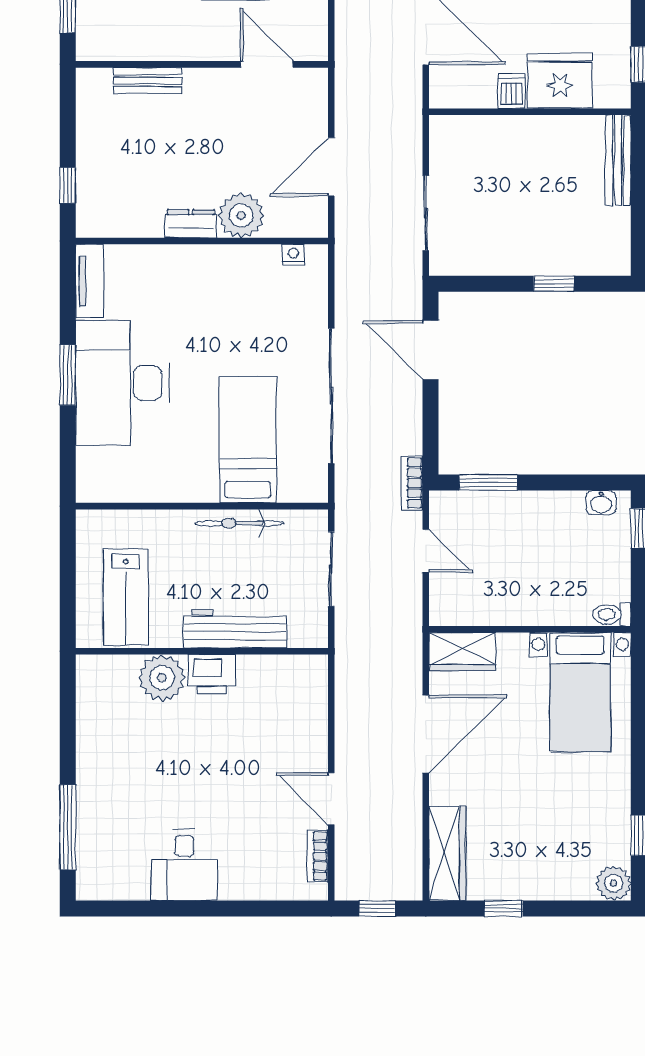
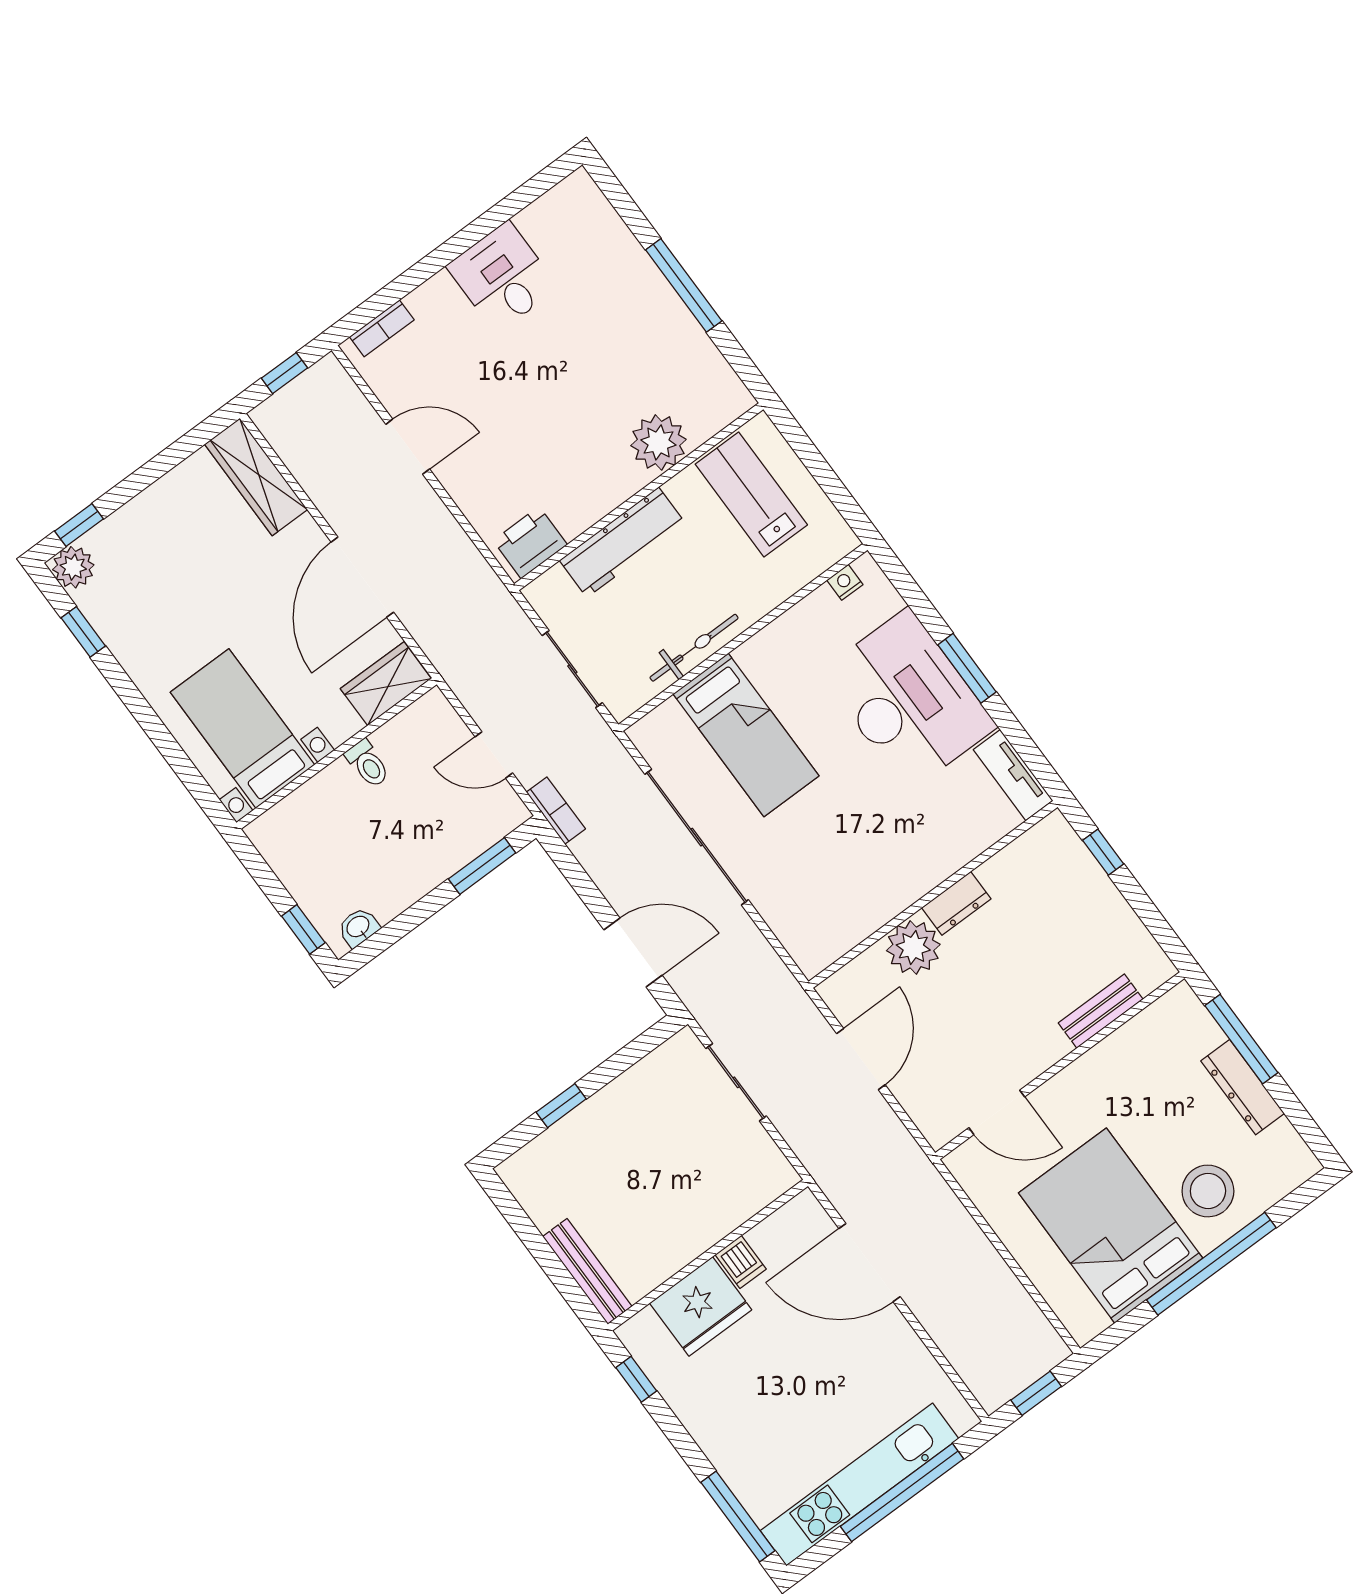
nightstand: (293, 255) -> (845, 582), moved, turned 180
toilet: (612, 614) -> (368, 764), moved, turned 90
printer: (212, 674) -> (530, 543), moved
window: (68, 827) -> (684, 285), moved
bookcase: (318, 856) -> (382, 328), moved, turned 90
window: (503, 908) -> (79, 525), moved

